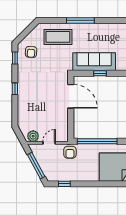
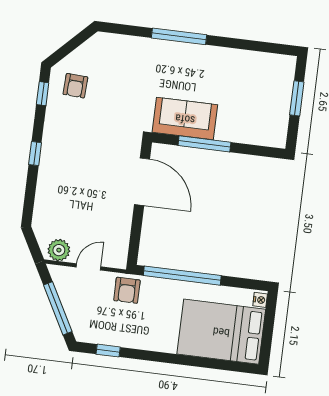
coffee table: (58, 37) -> (131, 63), removed
sofa: (94, 62) -> (185, 119), width x0.73
window: (100, 73) -> (204, 144), width x2.17

